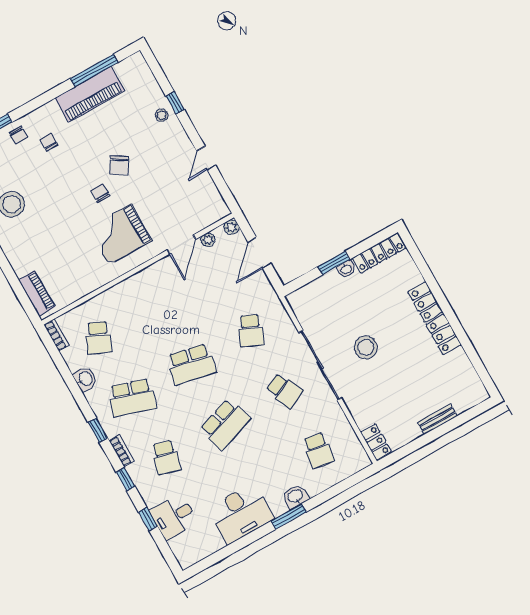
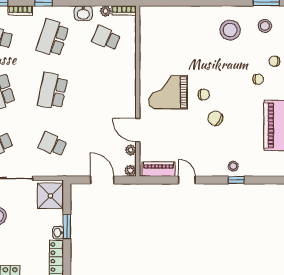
grand piano: (120, 234) -> (168, 92), turned -90
piano: (37, 293) -> (158, 169), moved, turned 180
shower: (310, 301) -> (50, 196), added
plant: (69, 355) -> (106, 11), added

